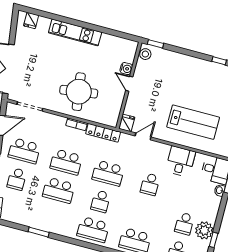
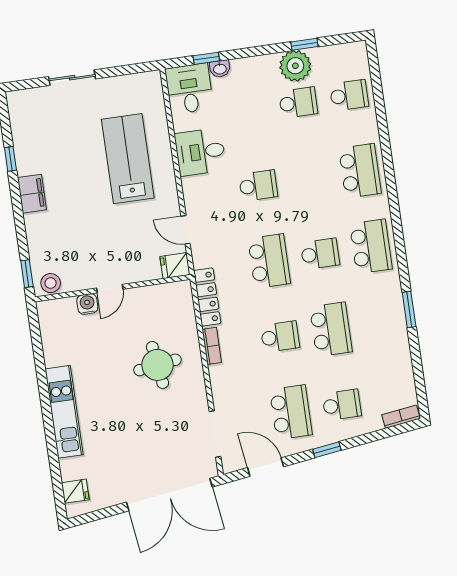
filing cabinet: (196, 64) -> (32, 194), added
round table: (79, 92) -> (157, 365), width x0.73, depth x0.73
school desk: (66, 162) -> (280, 337), width x0.54
window: (39, 232) -> (409, 309), moved

